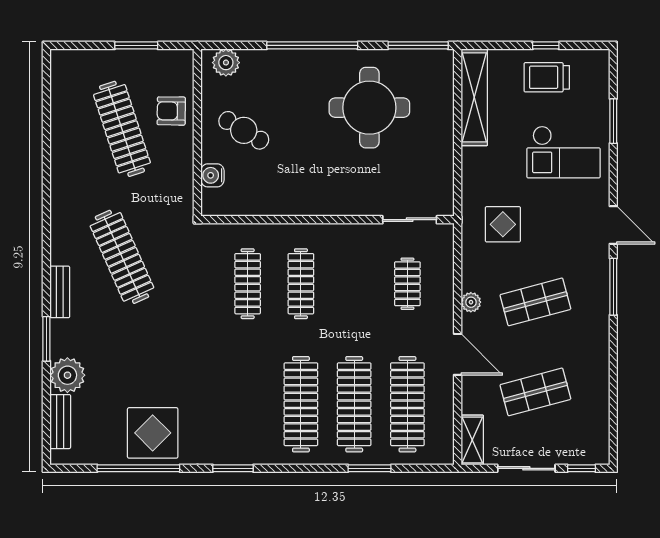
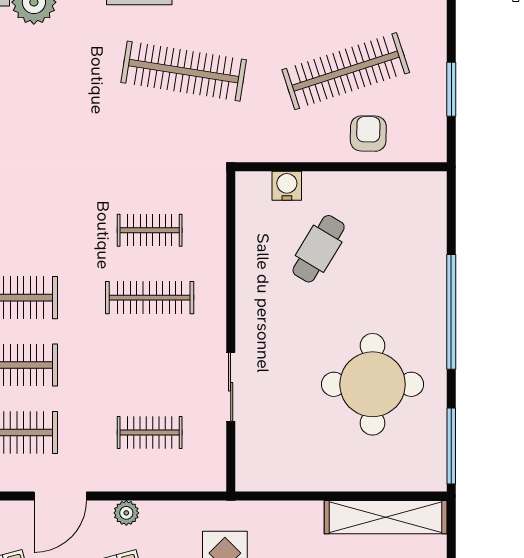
plant: (226, 63) -> (430, 203), removed
cafe table: (244, 130) -> (319, 249), moved
sliding door: (410, 220) -> (231, 387), moved
clothes rail: (122, 257) -> (184, 71), turned 33
clothes rail: (248, 284) -> (150, 230), width x0.73

